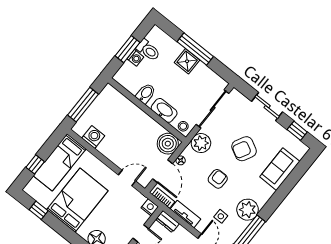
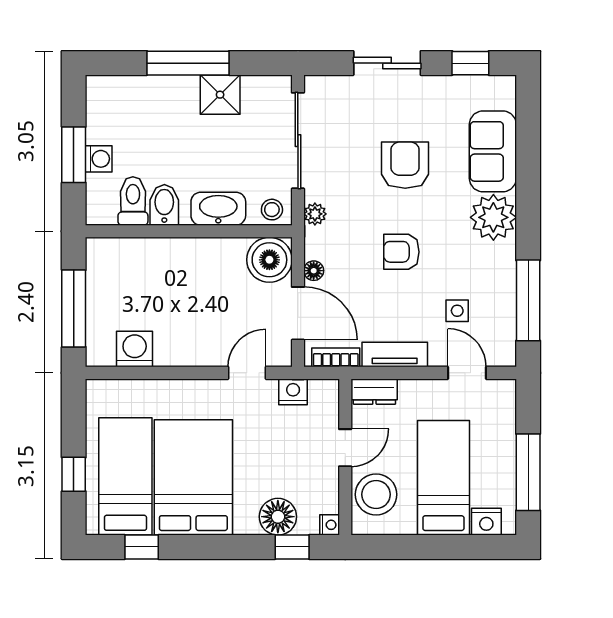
toilet: (148, 50) -> (133, 201), moved, turned -90
shower: (187, 61) -> (220, 95), moved
plant: (201, 143) -> (315, 214), width x0.53, depth x0.53
armchair: (244, 149) -> (405, 165), turned 152
bed: (60, 162) -> (125, 476), moved, turned 180
armchair: (218, 179) -> (401, 252), turned -90
nightstand: (150, 207) -> (293, 392), moved
plant: (248, 210) -> (493, 217), moved

